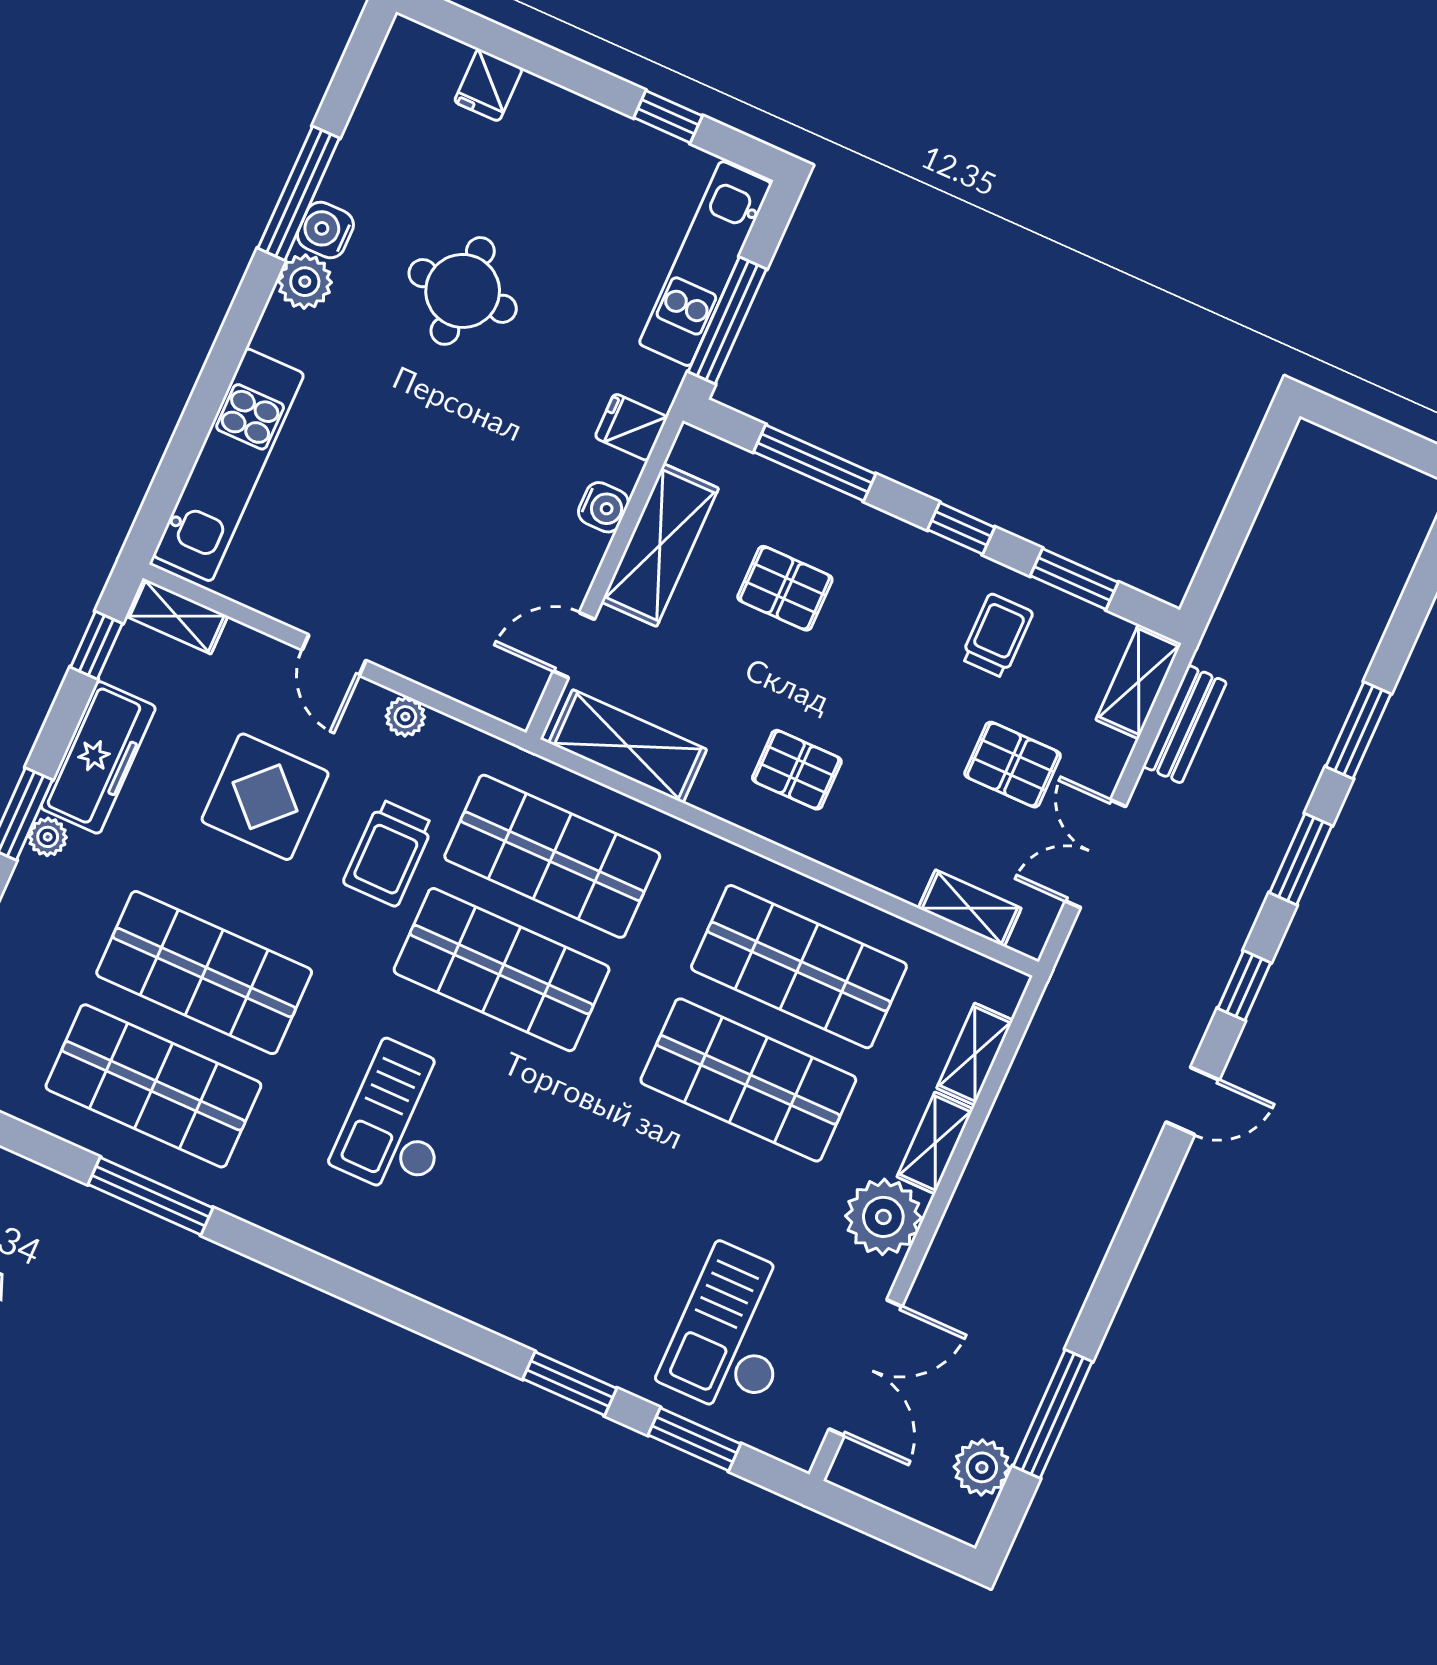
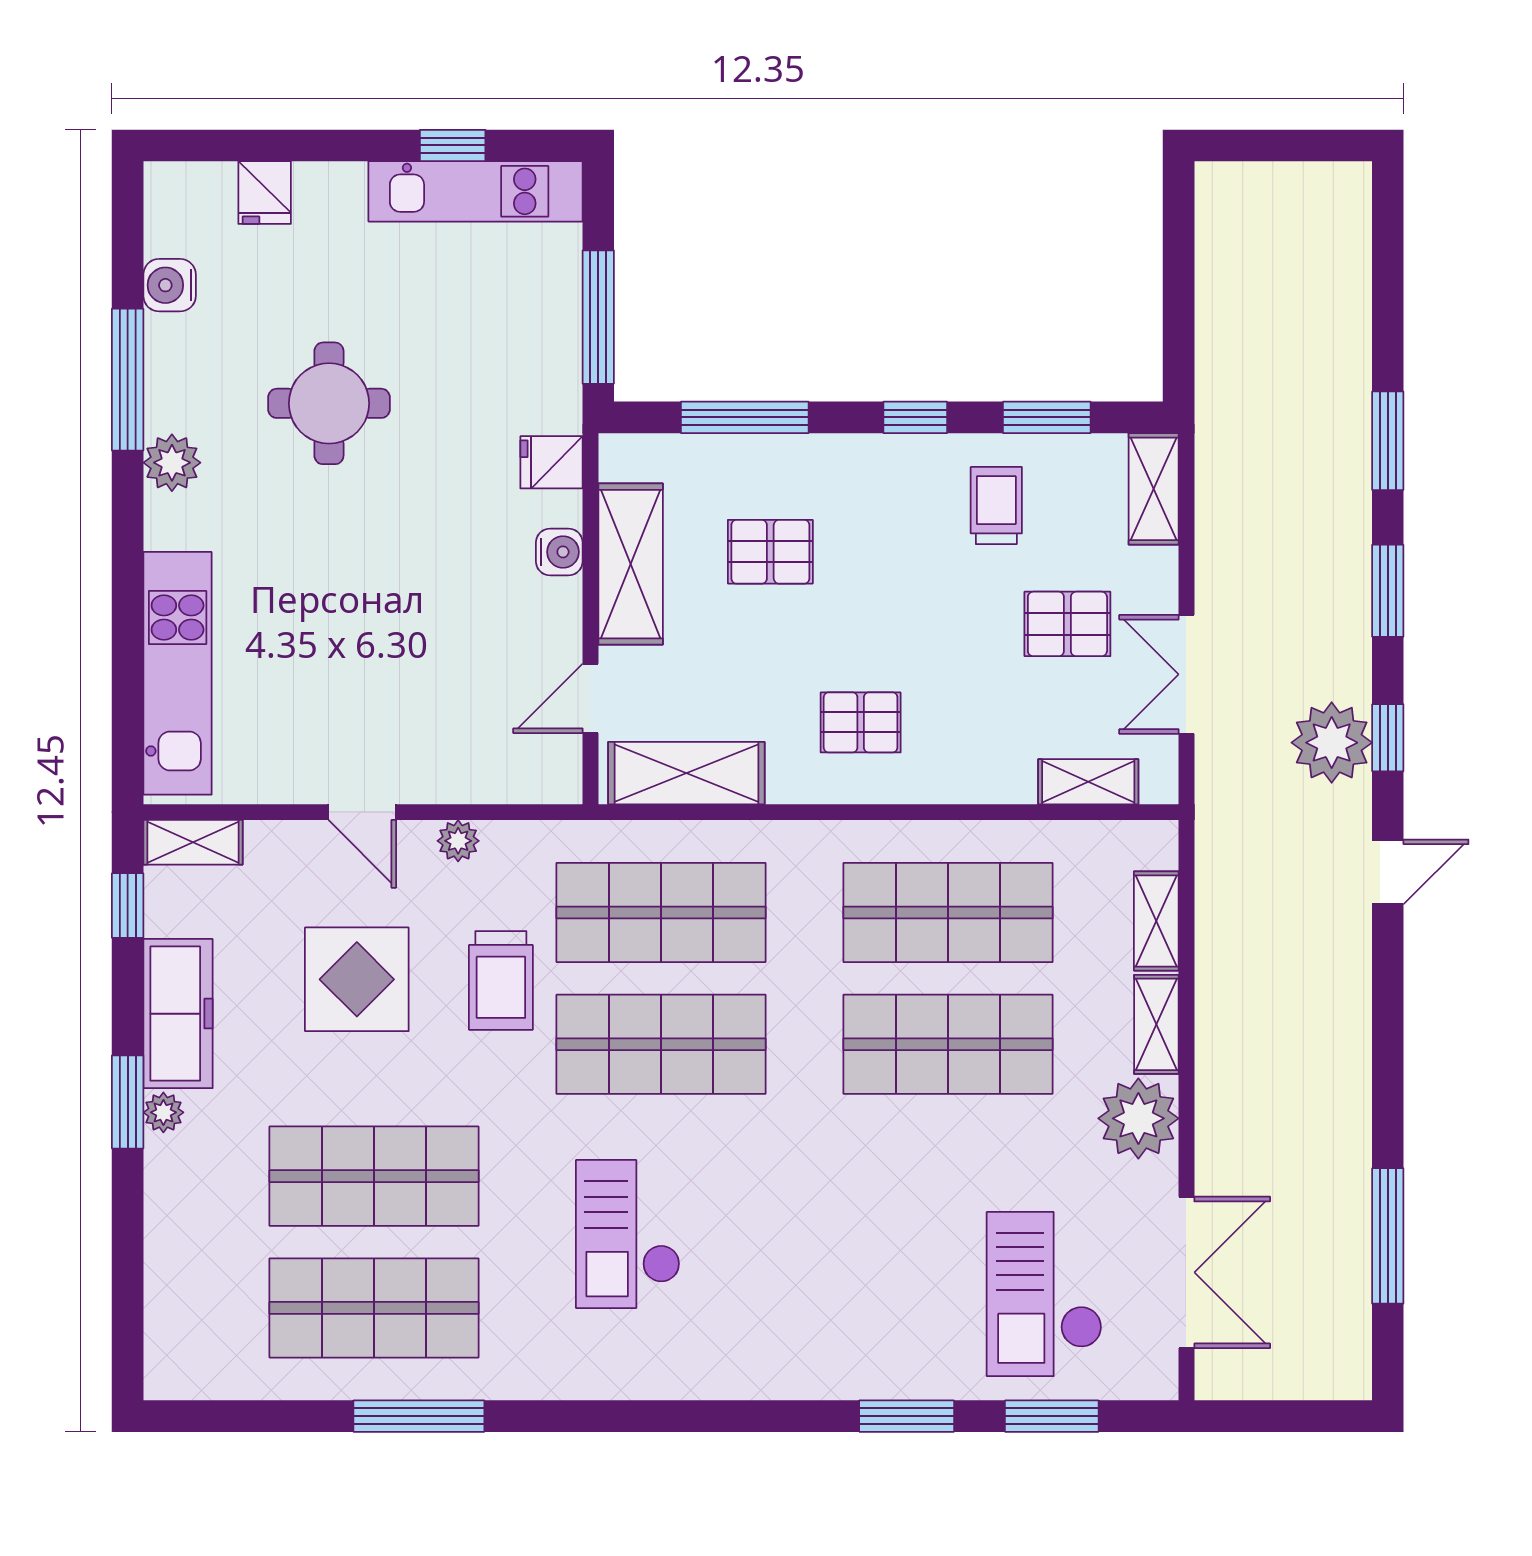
water cooler: (325, 230) -> (170, 285), moved
kitchen unit: (705, 264) -> (475, 191), moved, turned -90
bench: (1185, 724) -> (1217, 510), removed
plant: (982, 1467) -> (1332, 743), moved, width x1.36, depth x1.36

